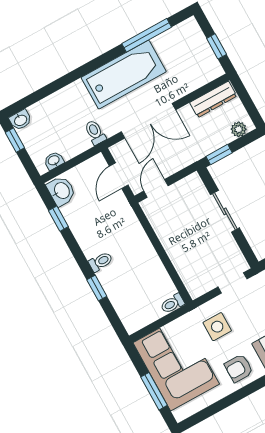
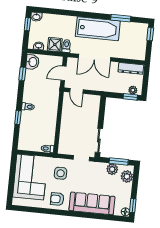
window: (147, 35) -> (121, 18), width x0.69
window: (217, 46) -> (150, 34), moved
shower: (76, 142) -> (55, 45), added
window: (219, 155) -> (130, 97), moved
door: (156, 188) -> (76, 91), swing flipped
sliding door: (225, 211) -> (99, 140), moved
window: (154, 391) -> (11, 183), removed

